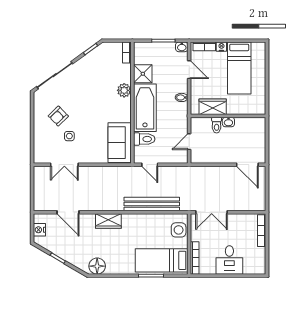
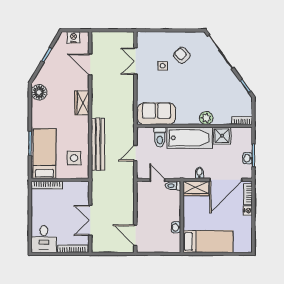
washbasin: (182, 47) -> (248, 158), moved
bed: (239, 68) -> (208, 241), moved, turned 180
door: (189, 70) -> (226, 180), width x1.88
wardrobe: (213, 107) -> (196, 188), moved, turned 90
washbasin: (228, 122) -> (176, 227), moved
toilet: (217, 125) -> (173, 186), moved
door: (150, 165) -> (135, 153), moved
door: (247, 165) -> (135, 235), hinge flipped
door: (68, 212) -> (90, 64), hinge flipped
double door: (212, 212) -> (90, 220), moved
side table: (179, 230) -> (74, 158), moved
desk: (229, 260) -> (44, 239), moved, turned -90

